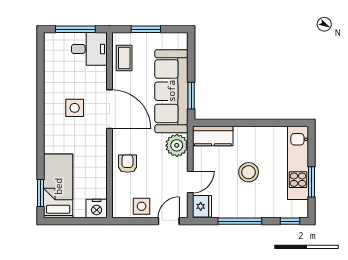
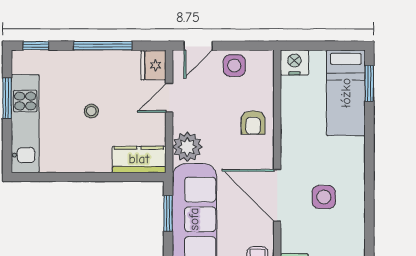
stool: (249, 172) -> (91, 111), width x0.53, depth x0.53

